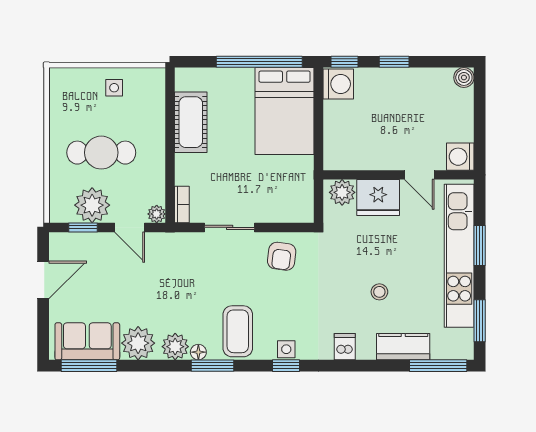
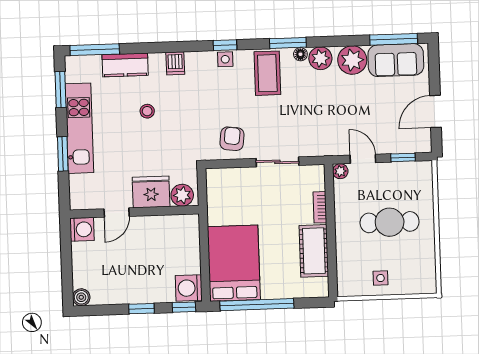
door: (419, 175) -> (117, 213), swing flipped
plant: (92, 205) -> (396, 177), removed
bookcase: (182, 205) -> (320, 207), moved
kitchen unit: (459, 256) -> (79, 128), width x0.73

